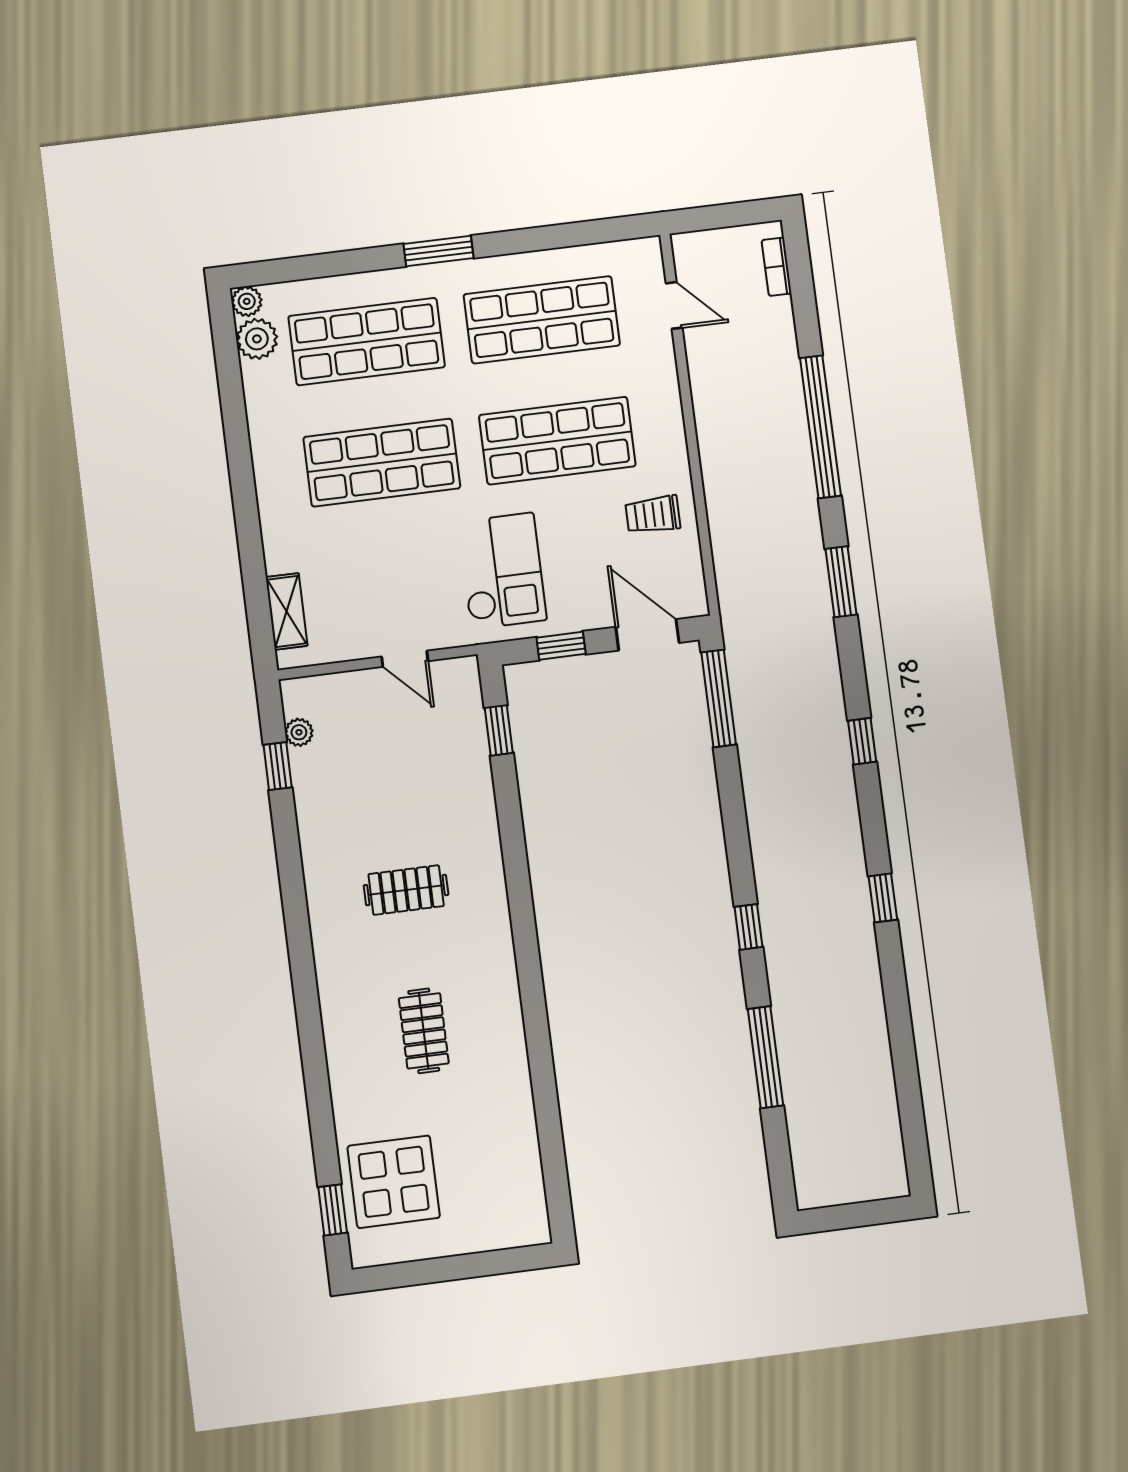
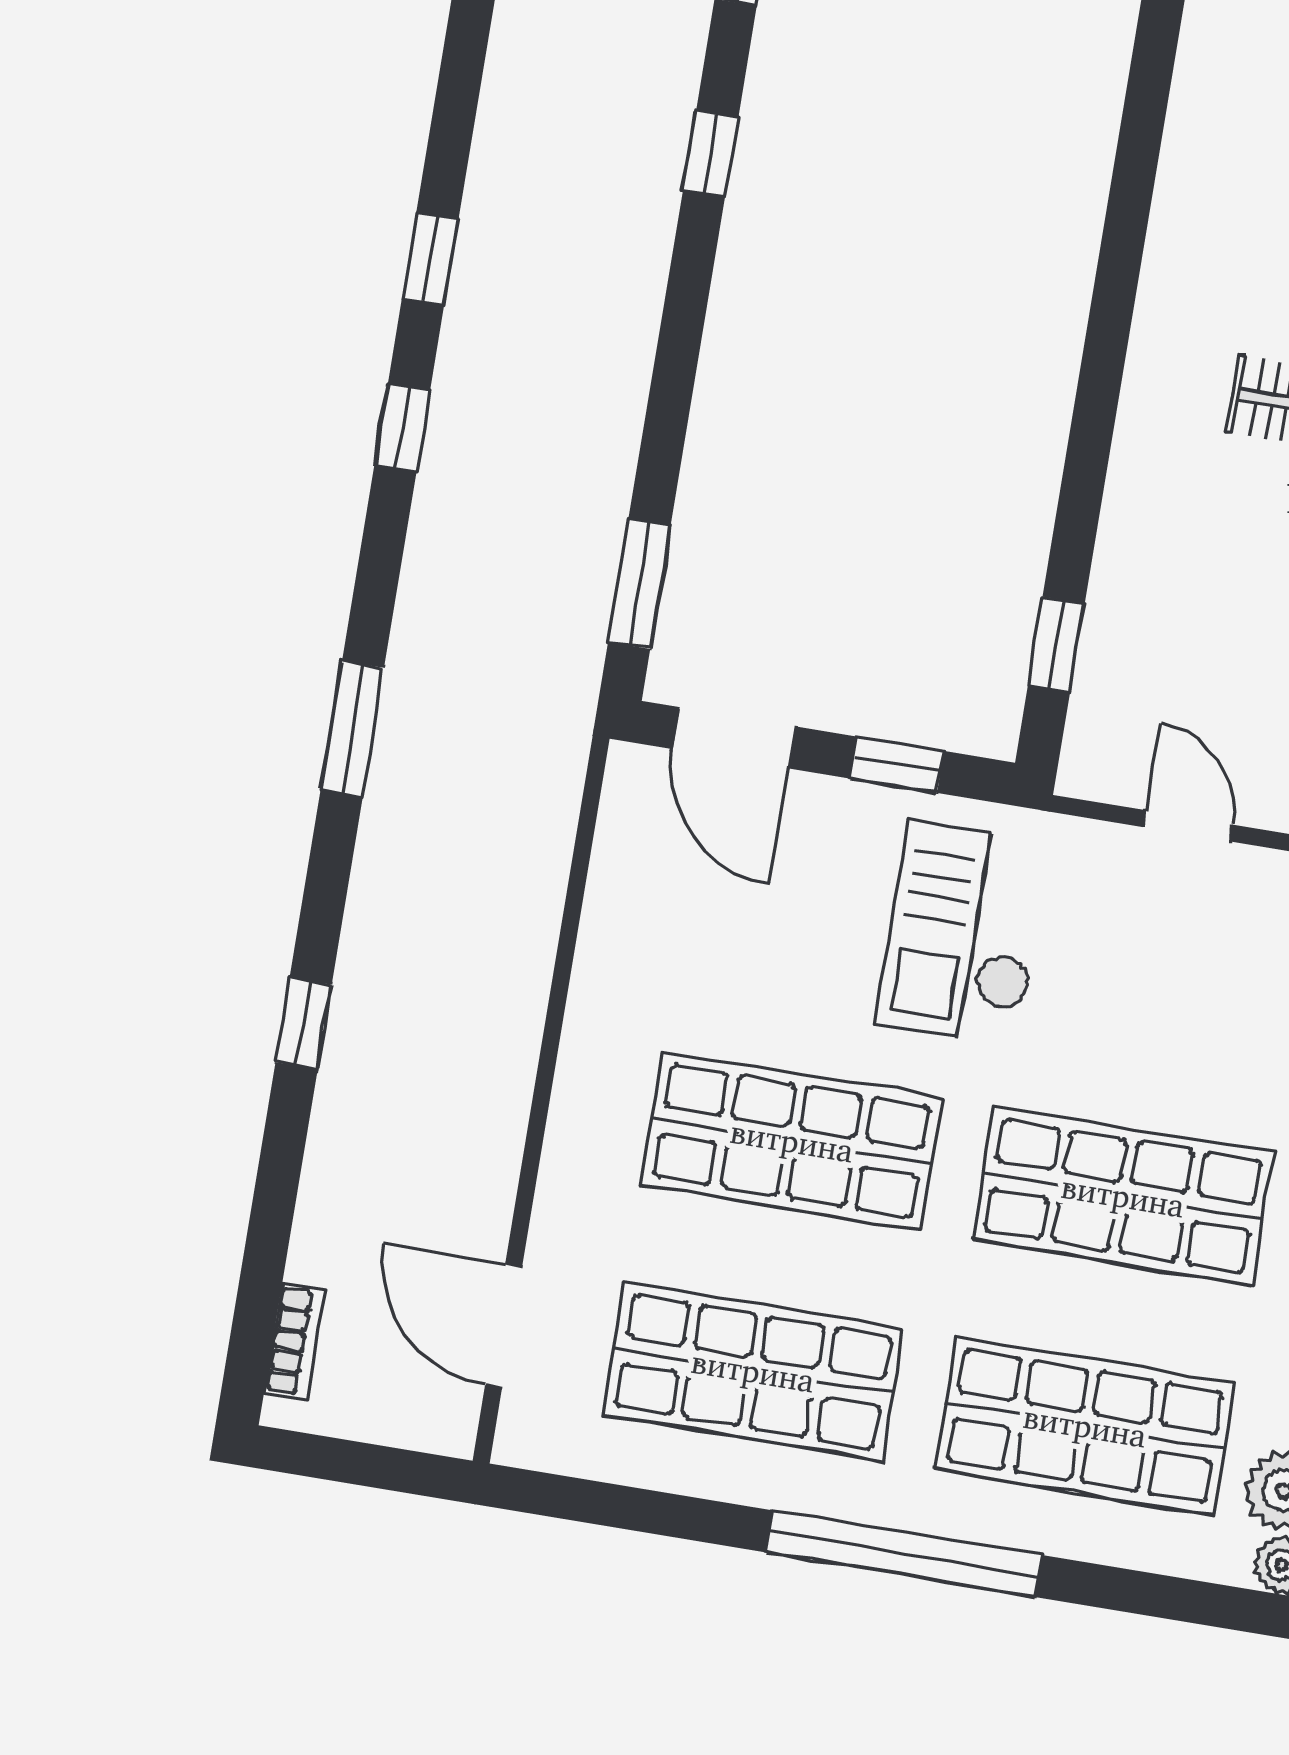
window: (439, 251) -> (904, 1554), width x2.11
door: (674, 305) -> (504, 1326), width x1.38
window: (820, 427) -> (304, 1023), width x0.32
trolley: (653, 515) -> (658, 954), removed
window: (719, 698) -> (639, 583), width x0.69
window: (883, 898) -> (430, 259), moved

